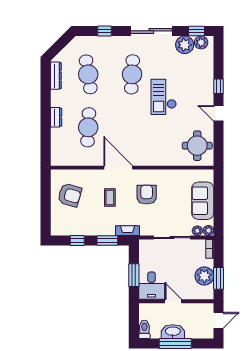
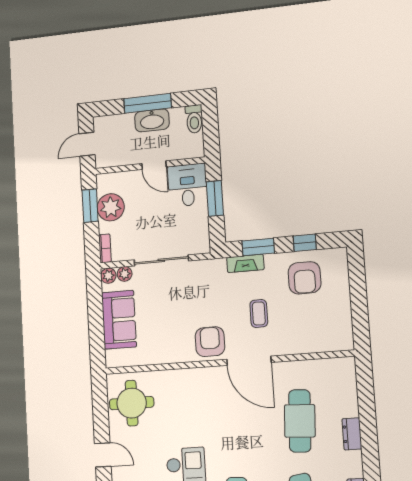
armchair: (70, 195) -> (305, 278), moved, turned -106
armchair: (147, 195) -> (210, 342), moved, turned 180
fireplace: (127, 231) -> (245, 263), moved

